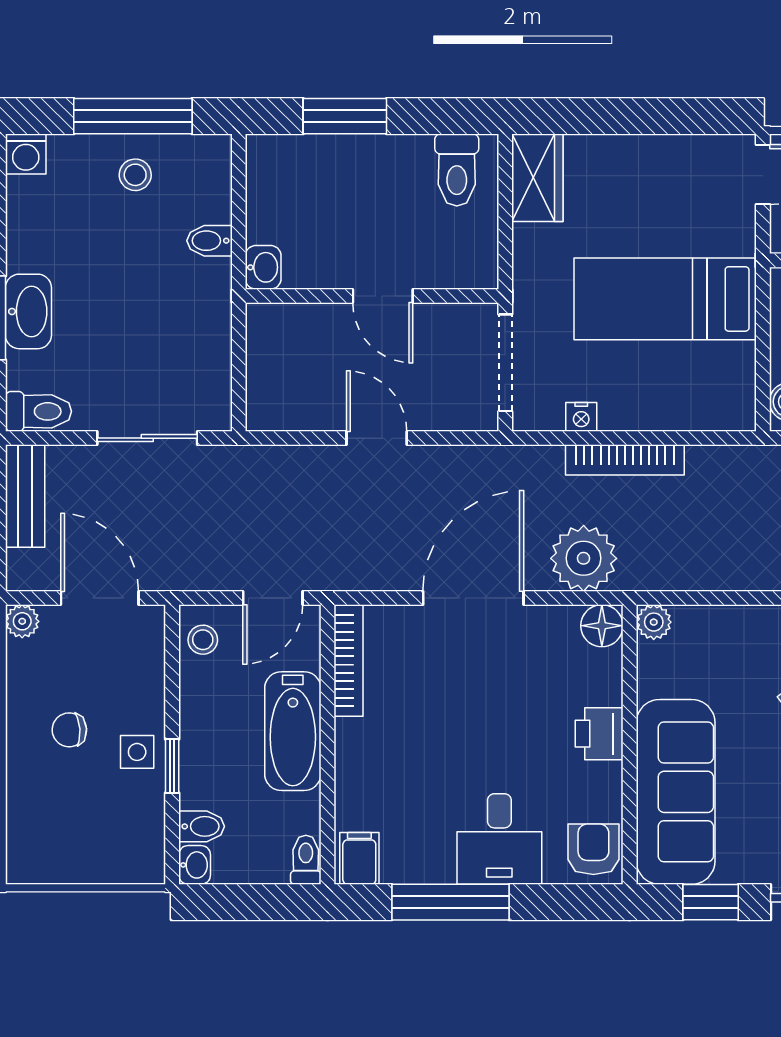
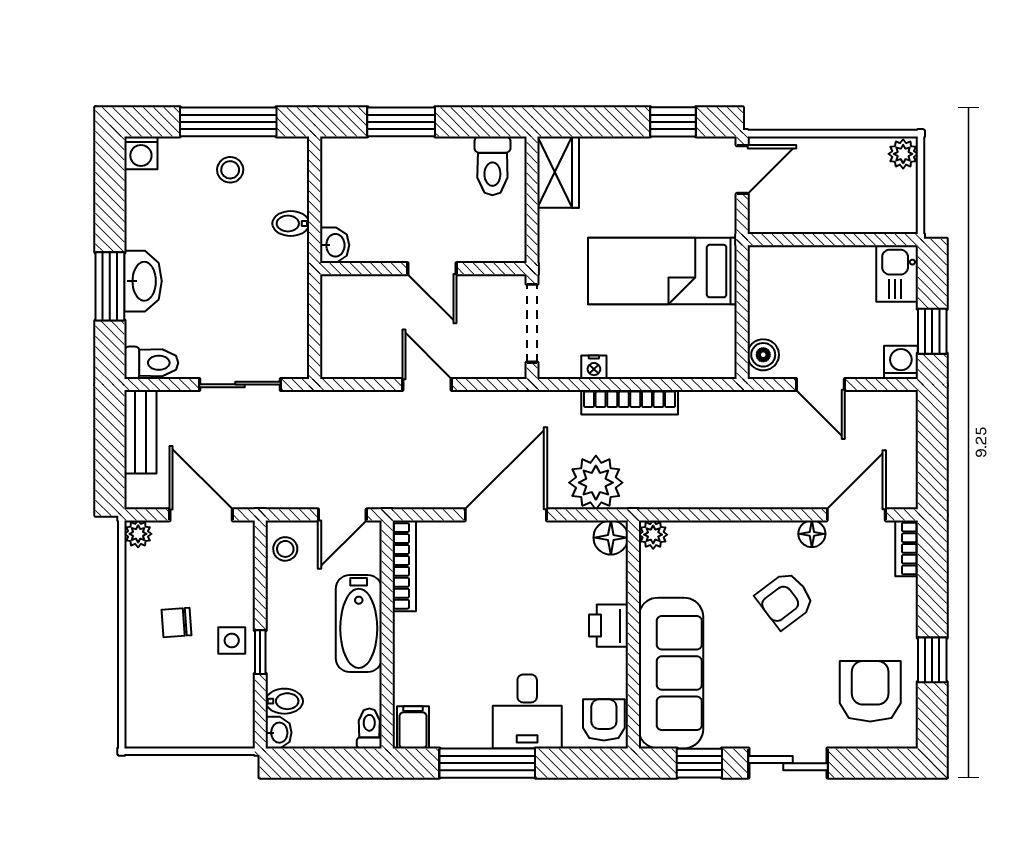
window: (678, 116) -> (673, 122), added

